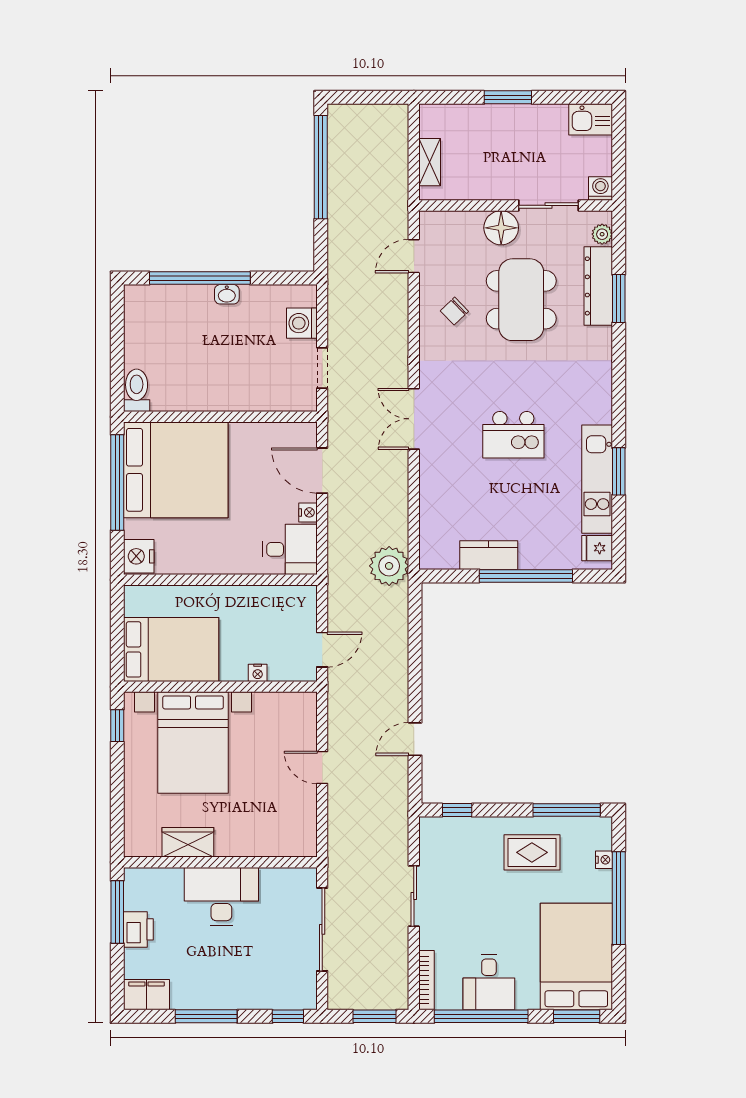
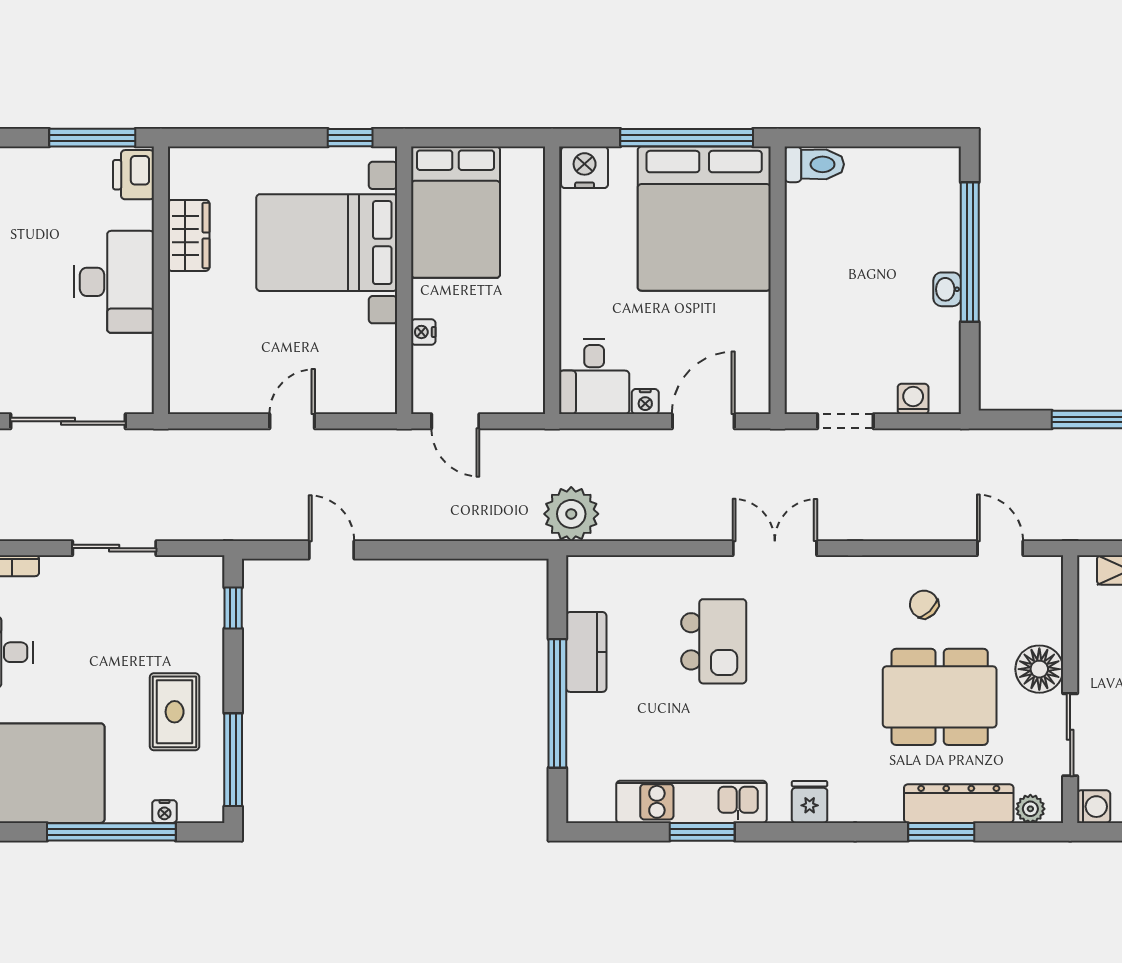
washing machine: (302, 323) -> (913, 399), width x0.73, depth x0.73
kitchen island: (513, 435) -> (714, 641), moved, turned 180
fridge: (597, 548) -> (810, 802), moved
printer: (138, 929) -> (133, 175), moved, turned 90

